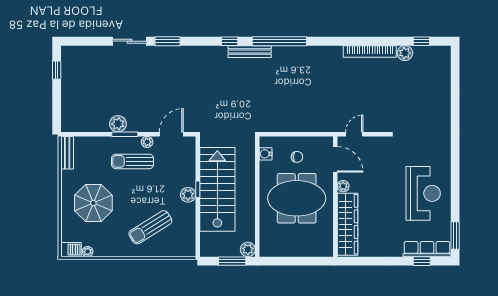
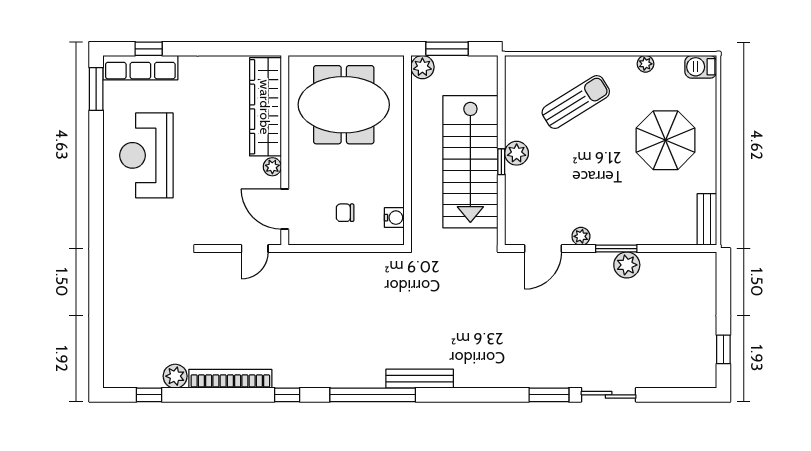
window: (230, 41) -> (287, 395), moved
sun lounger: (133, 161) -> (604, 206), removed
meeting table: (297, 198) -> (344, 105), moved
plant: (88, 252) -> (645, 64), moved

